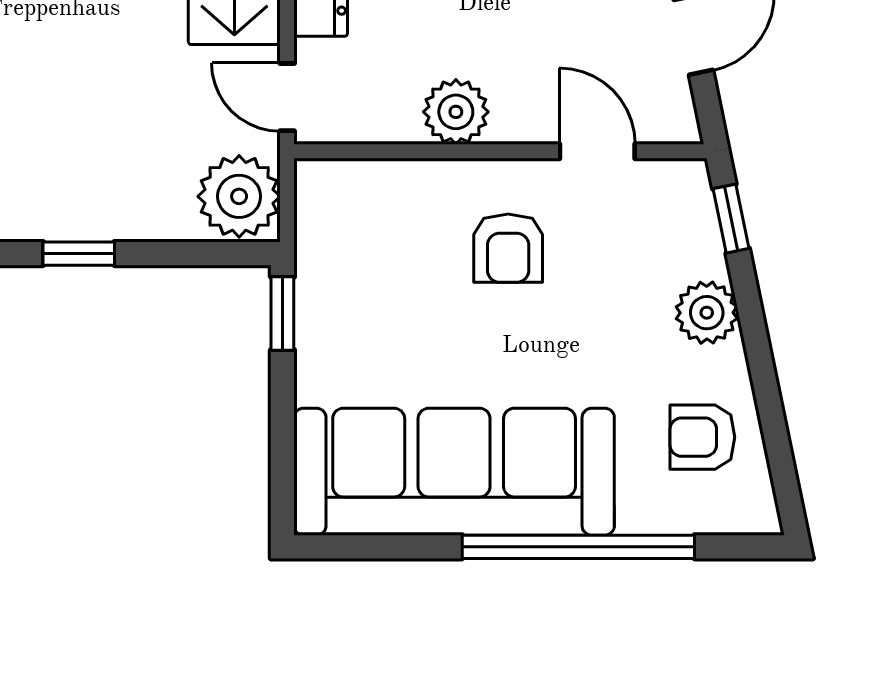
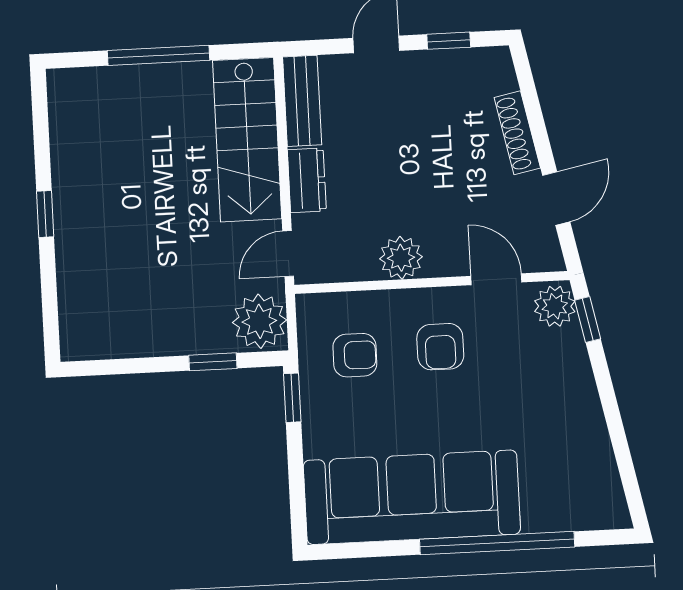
door: (287, 97) -> (288, 254), hinge flipped
window: (79, 254) -> (213, 362), moved
plant: (707, 313) -> (555, 306), moved
armchair: (702, 437) -> (355, 355), moved, turned 180

